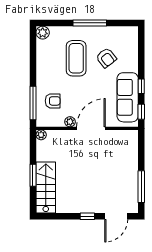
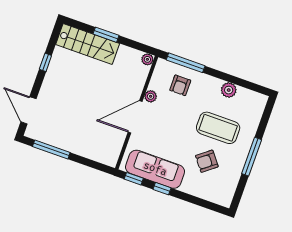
plant: (43, 33) -> (229, 90), moved
door: (91, 128) -> (135, 117), swing flipped
window: (87, 216) -> (45, 62), moved

